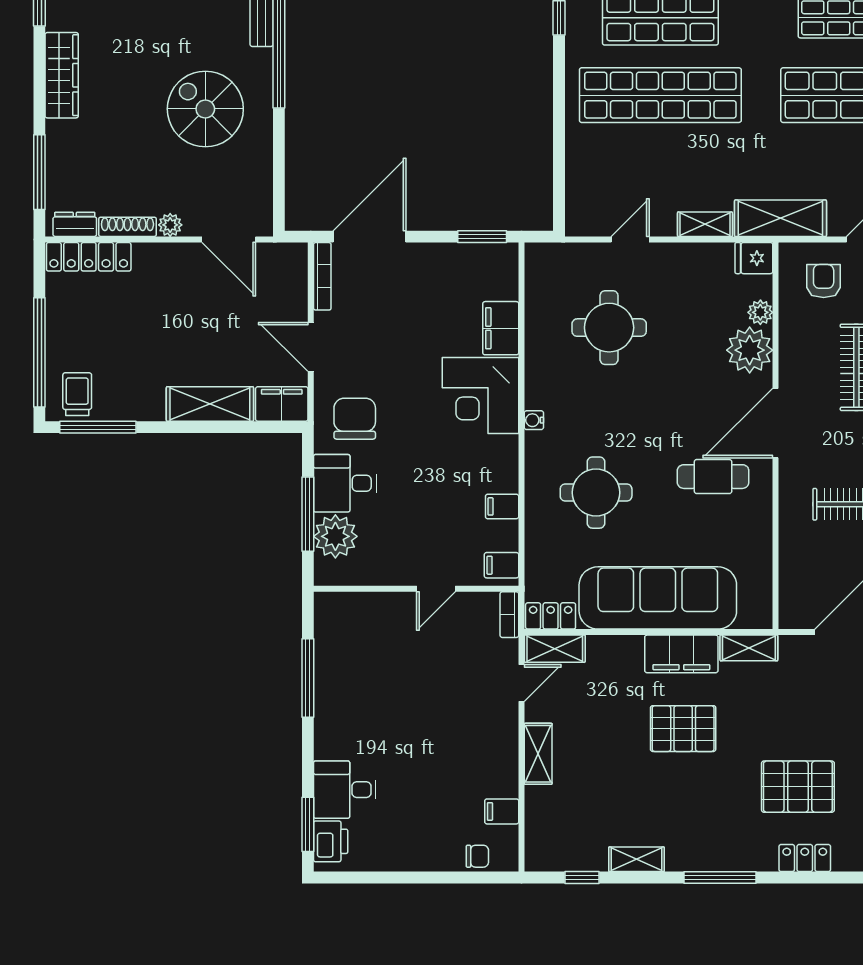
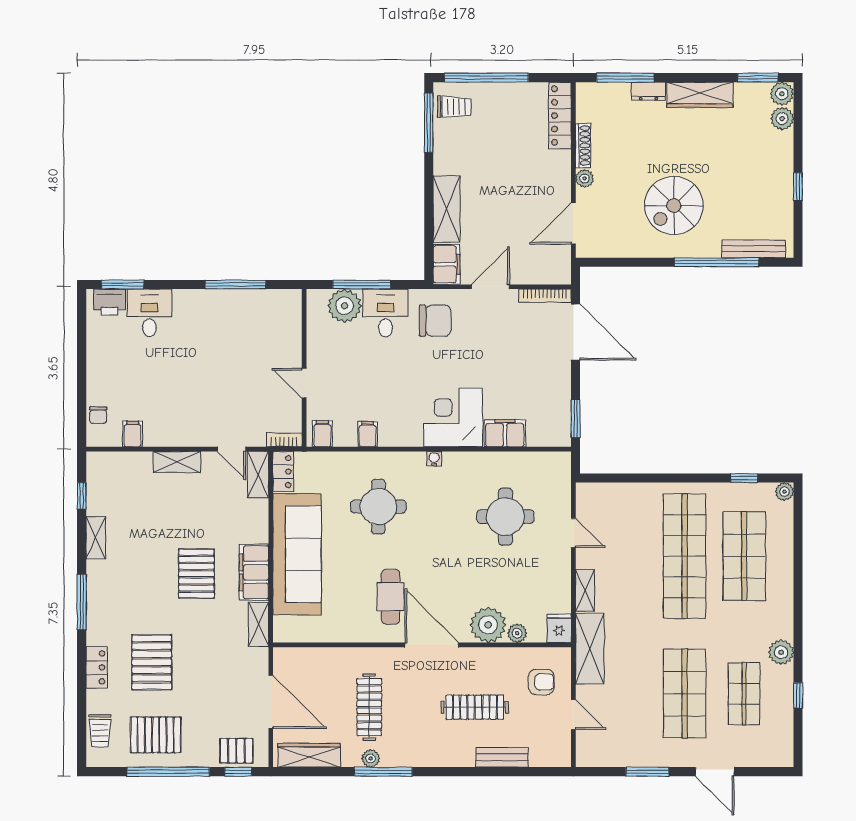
spiral stairs: (205, 109) -> (674, 206), turned 180
dresser: (75, 224) -> (648, 91), moved, turned 90

